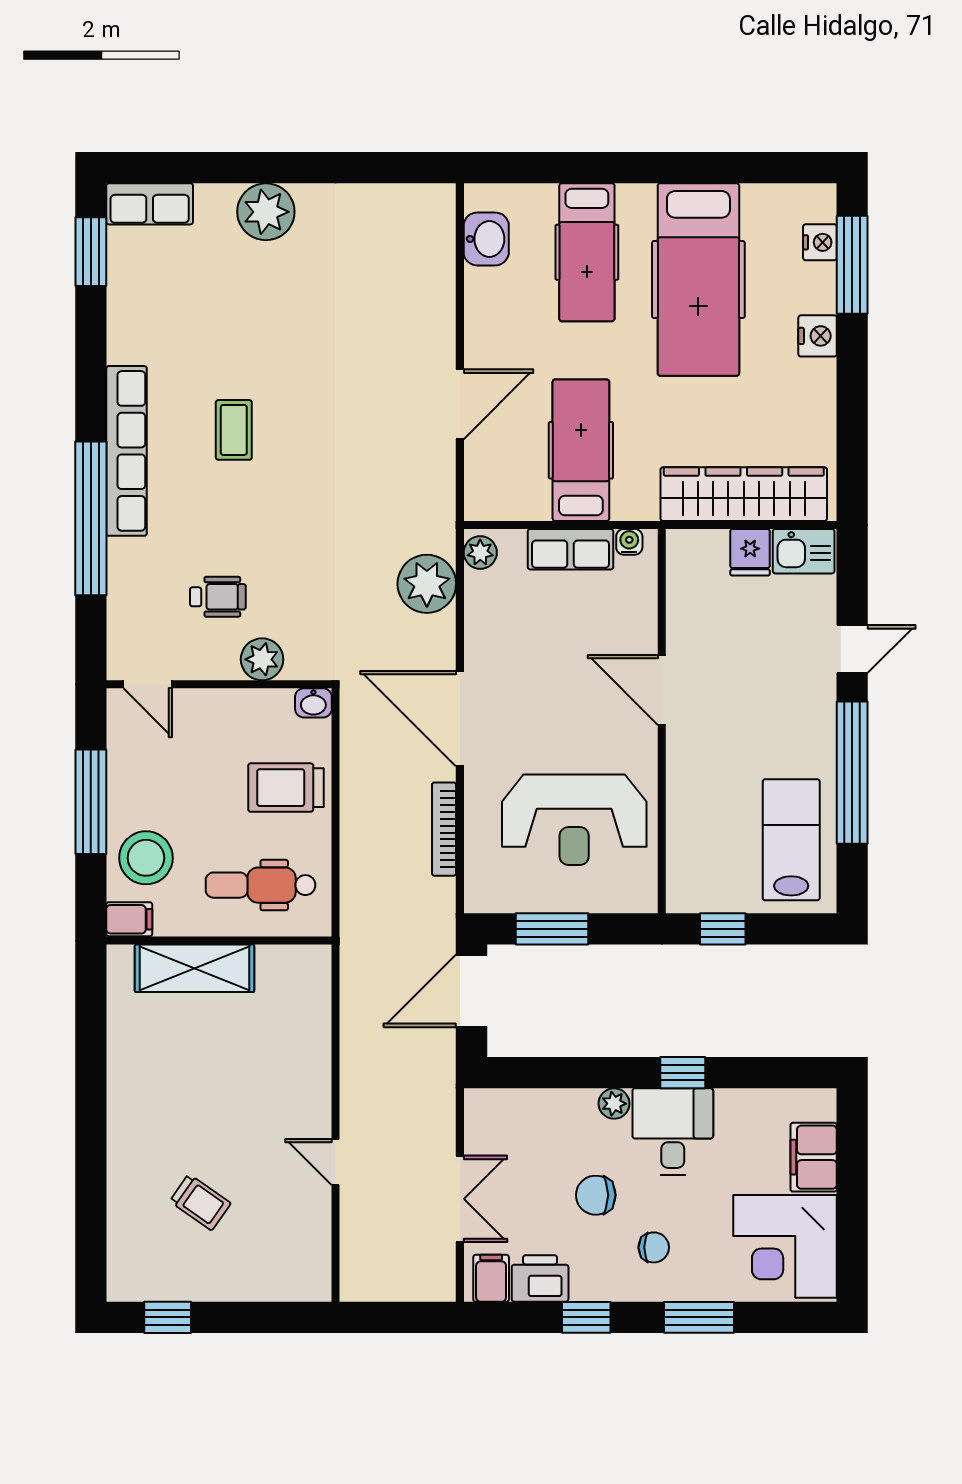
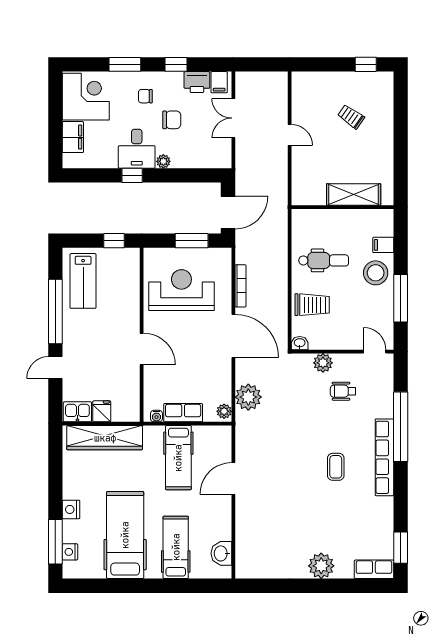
wall: (219, 941) -> (342, 207), moved
shelving: (194, 968) -> (354, 195), moved

